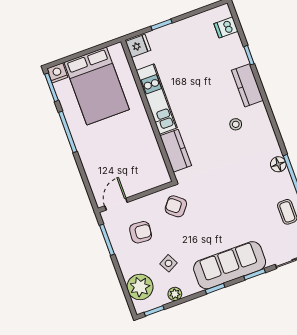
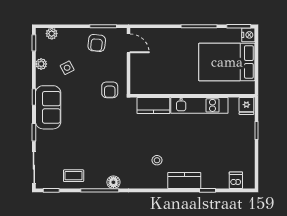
armchair: (176, 206) -> (110, 90), turned 141
armchair: (141, 232) -> (97, 43), moved
sofa: (230, 265) -> (48, 107), width x0.73
plant: (140, 287) -> (52, 34), width x0.53, depth x0.53

